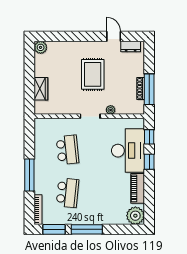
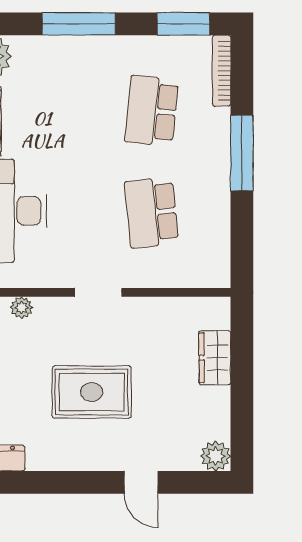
door: (114, 36) -> (141, 482), moved
rug: (93, 74) -> (92, 392), turned 90
plant: (111, 110) -> (22, 308), moved
window: (87, 229) -> (79, 24), moved

